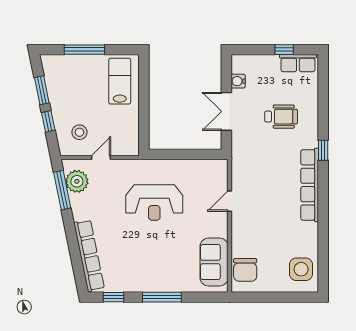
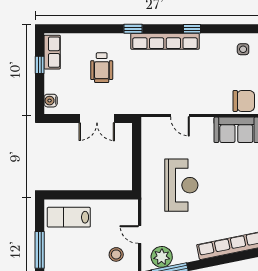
water cooler: (238, 81) -> (51, 101), moved, turned 90
wheelchair: (281, 117) -> (102, 68), turned 180
window: (323, 214) -> (192, 29), added
side table: (301, 269) -> (243, 49), width x0.54, depth x0.54

